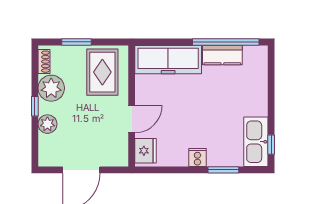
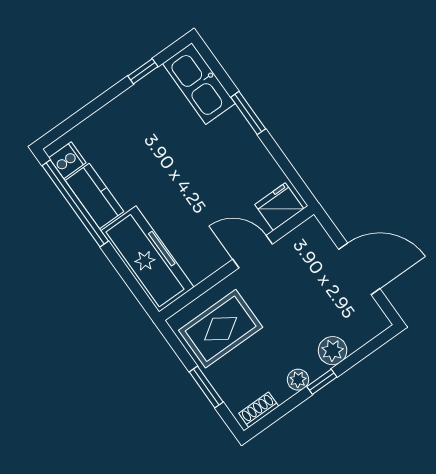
plant: (51, 88) -> (298, 380), width x0.53, depth x0.53
kitchen sink: (256, 142) -> (199, 84), moved, turned 90
window: (271, 145) -> (143, 71), moved
cooker: (197, 158) -> (67, 160), moved, turned 180
window: (223, 170) -> (248, 113), moved

